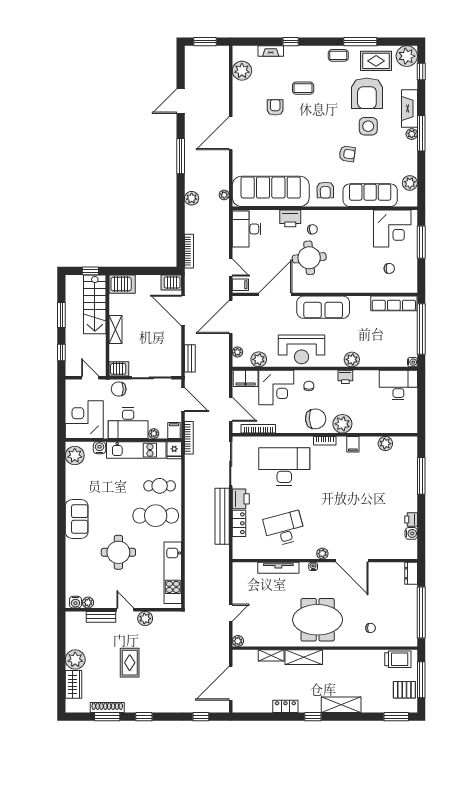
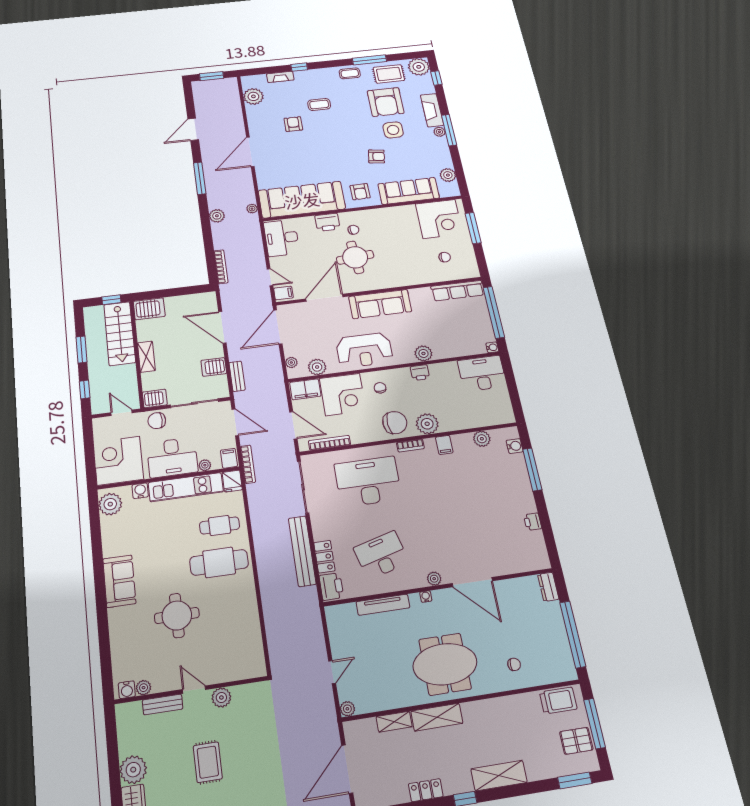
server rack: (171, 282) -> (214, 367), moved
printer: (241, 499) -> (331, 587), moved
water cooler: (411, 533) -> (515, 446), moved
kitchen unit: (173, 573) -> (250, 631), removed

